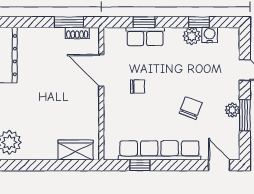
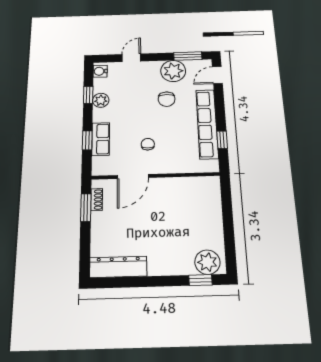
water cooler: (210, 35) -> (100, 71), moved
chair: (191, 108) -> (167, 99), turned -111
plant: (232, 110) -> (173, 71), width x1.87, depth x1.87
window: (245, 115) -> (188, 56), moved
wardrobe: (76, 150) -> (211, 198), removed

